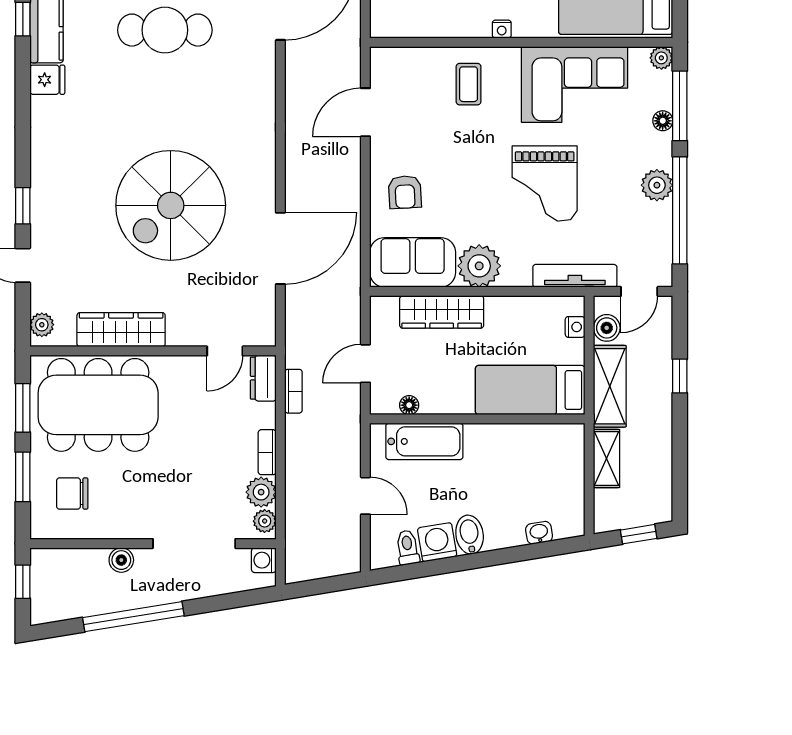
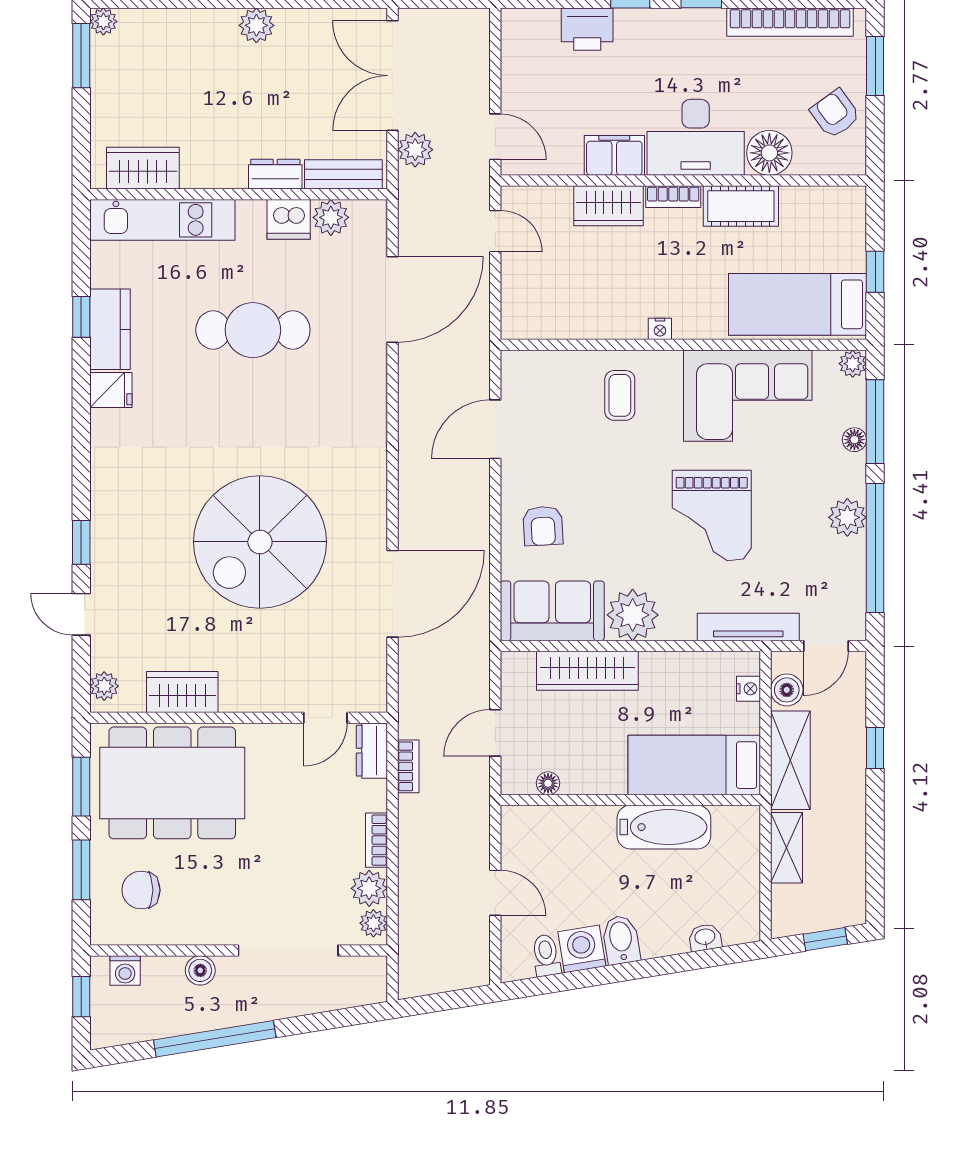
wardrobe: (121, 330) -> (182, 692), width x0.67
bathtub: (424, 441) -> (664, 827), moved
washing machine: (264, 560) -> (125, 971), moved, turned -90

